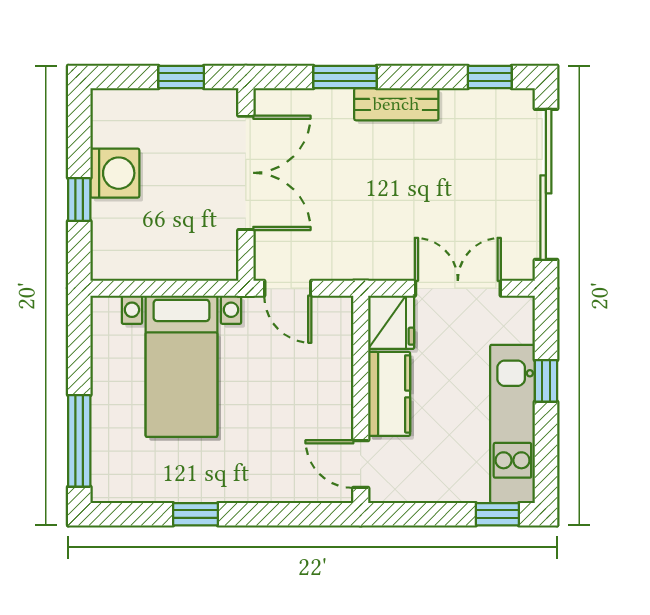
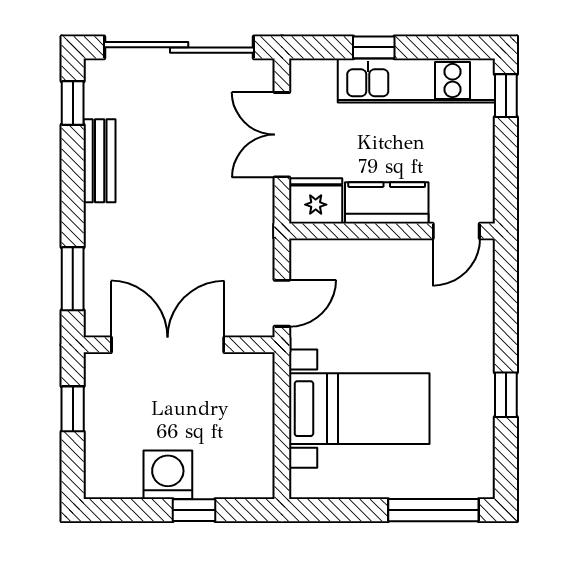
window: (345, 77) -> (73, 279), moved
bench: (396, 104) -> (100, 161), moved

